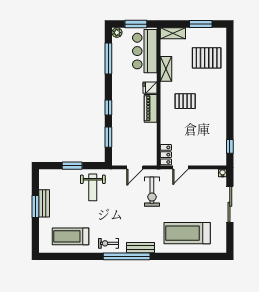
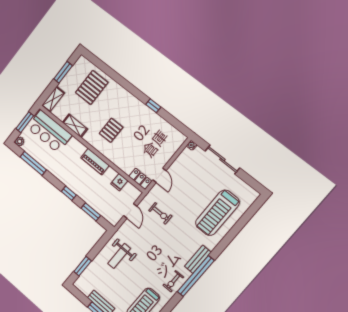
fridge: (150, 88) -> (119, 182), moved
window: (230, 146) -> (153, 106), moved
window: (72, 166) -> (83, 266), moved
weight bench: (93, 187) -> (119, 256), turned 90
exercise bike: (152, 192) -> (160, 213), width x0.73, depth x0.72

